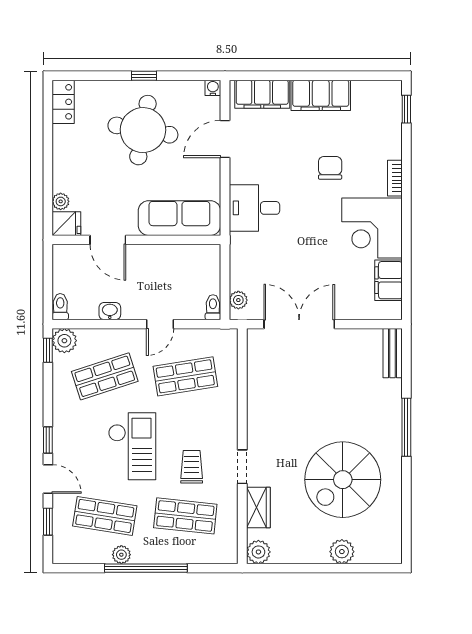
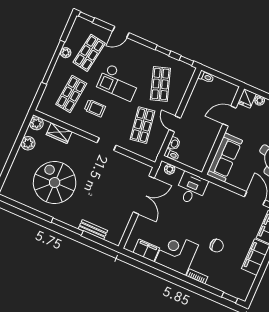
desk: (254, 208) -> (191, 188), moved
washbasin: (110, 311) -> (174, 143), moved
plant: (64, 341) -> (188, 71), removed
bench: (393, 353) -> (93, 230), moved
window: (48, 440) -> (163, 50), moved
doorway: (242, 467) -> (107, 144), moved
window: (48, 522) -> (87, 17), moved
plant: (342, 552) -> (28, 143), moved

